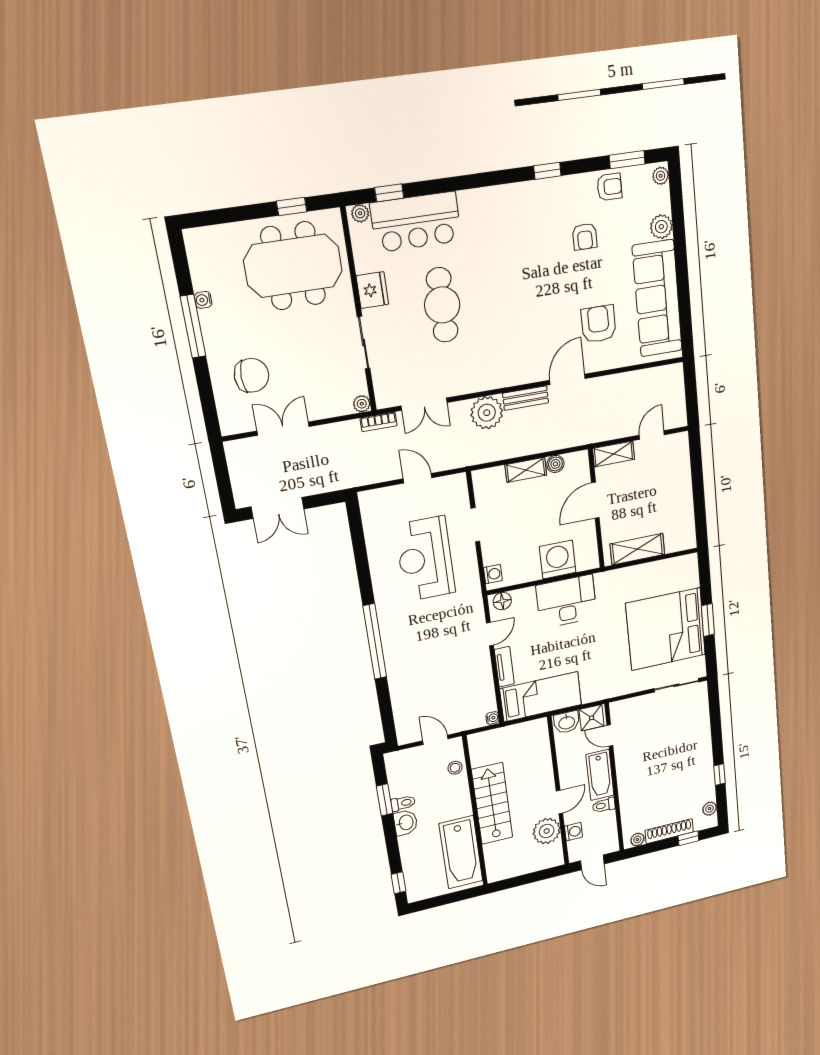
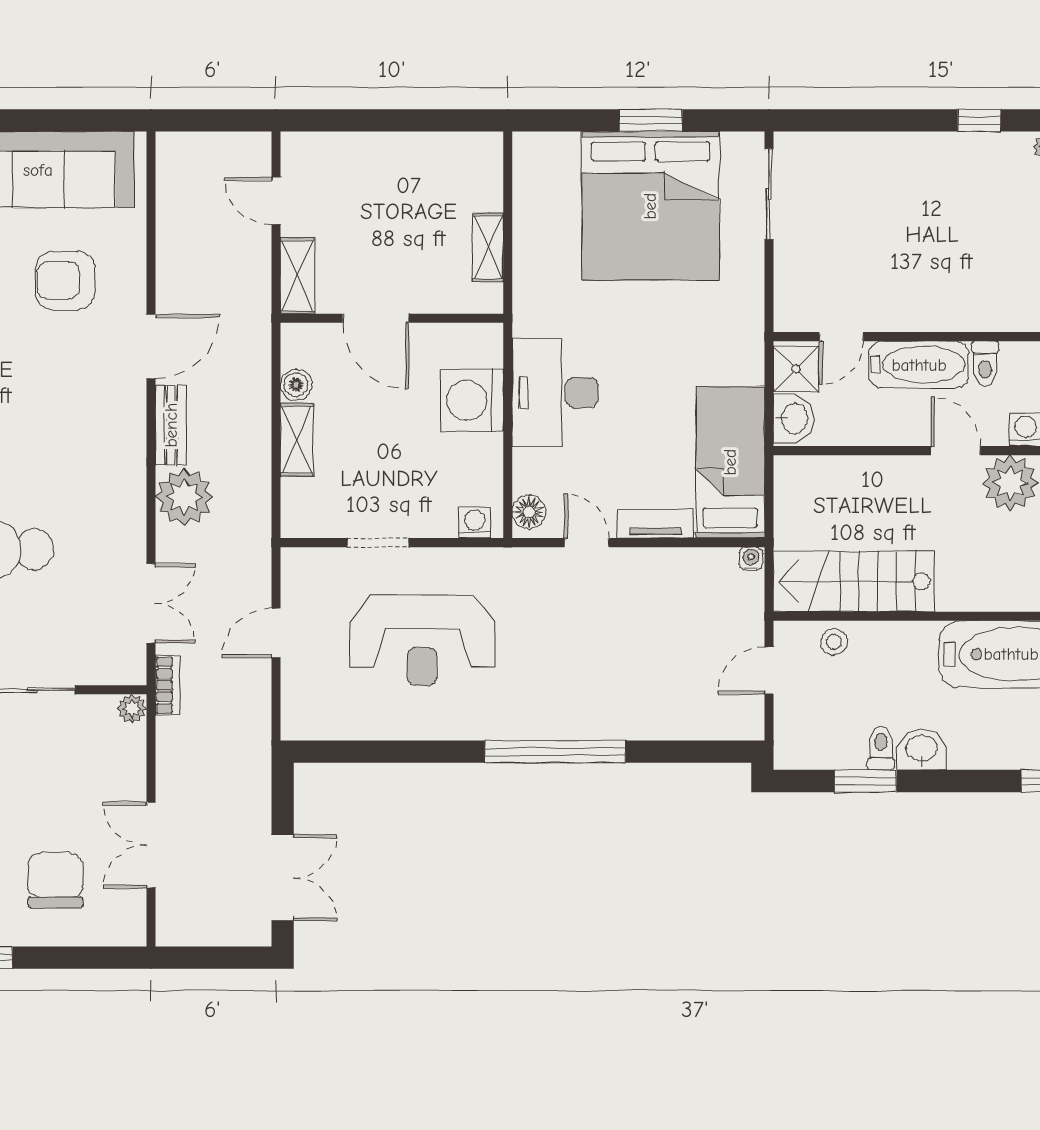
door: (567, 379) -> (151, 346), swing flipped
shelving: (637, 549) -> (488, 247), width x0.67, depth x0.75
stairs: (492, 804) -> (854, 581), moved

